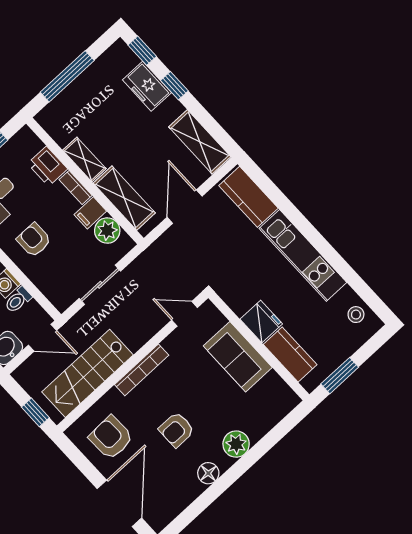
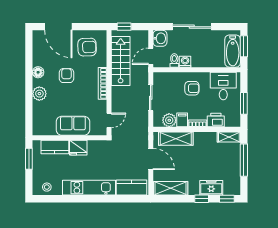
shelving: (84, 159) -> (229, 137), moved

